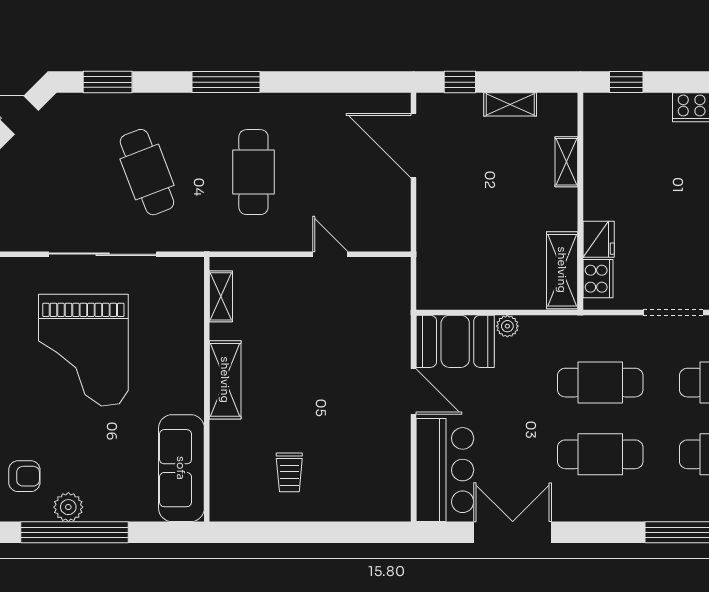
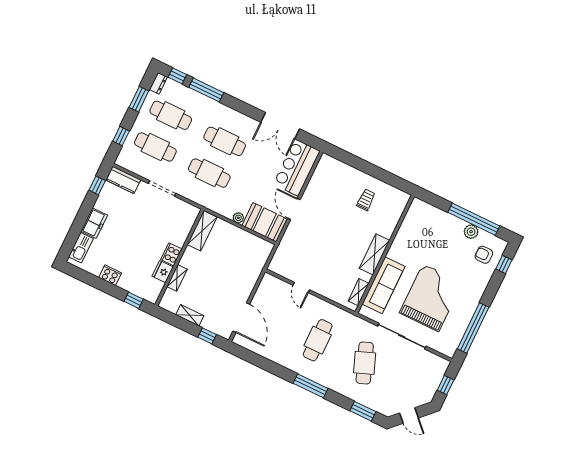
fridge: (599, 239) -> (163, 272), moved
cooker: (598, 279) -> (171, 254), moved
sofa: (181, 468) -> (383, 285), moved

